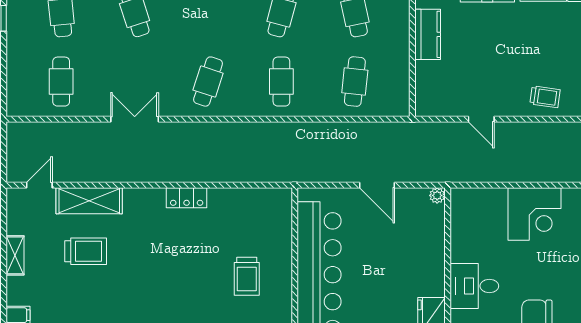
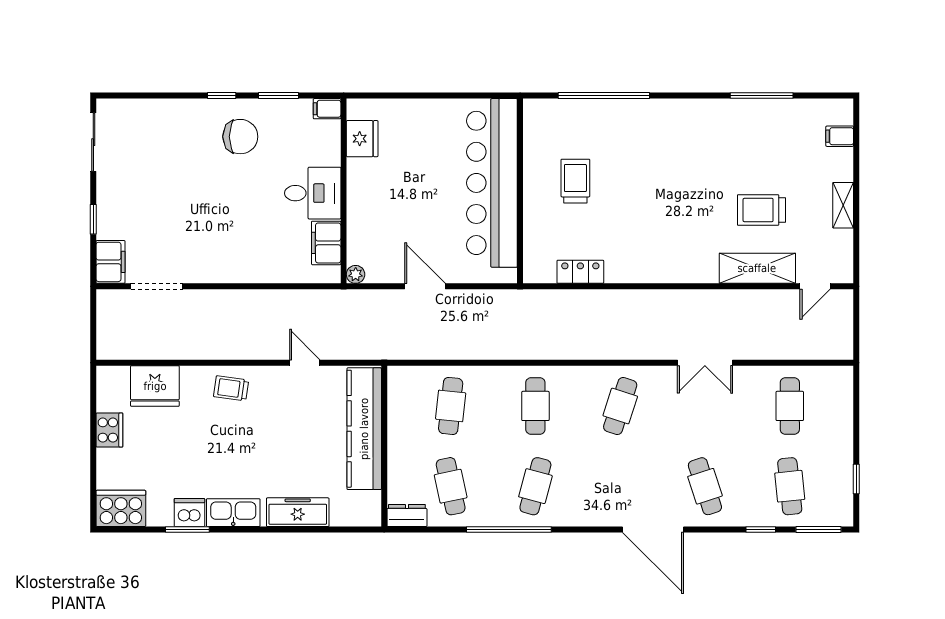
kitchen counter: (428, 34) -> (364, 429), width x2.08, depth x1.17
locker: (187, 198) -> (580, 272), moved
corner desk: (534, 214) -> (243, 253), removed
filing cabinet: (463, 223) -> (326, 243), added
desk: (474, 286) -> (313, 193), moved

